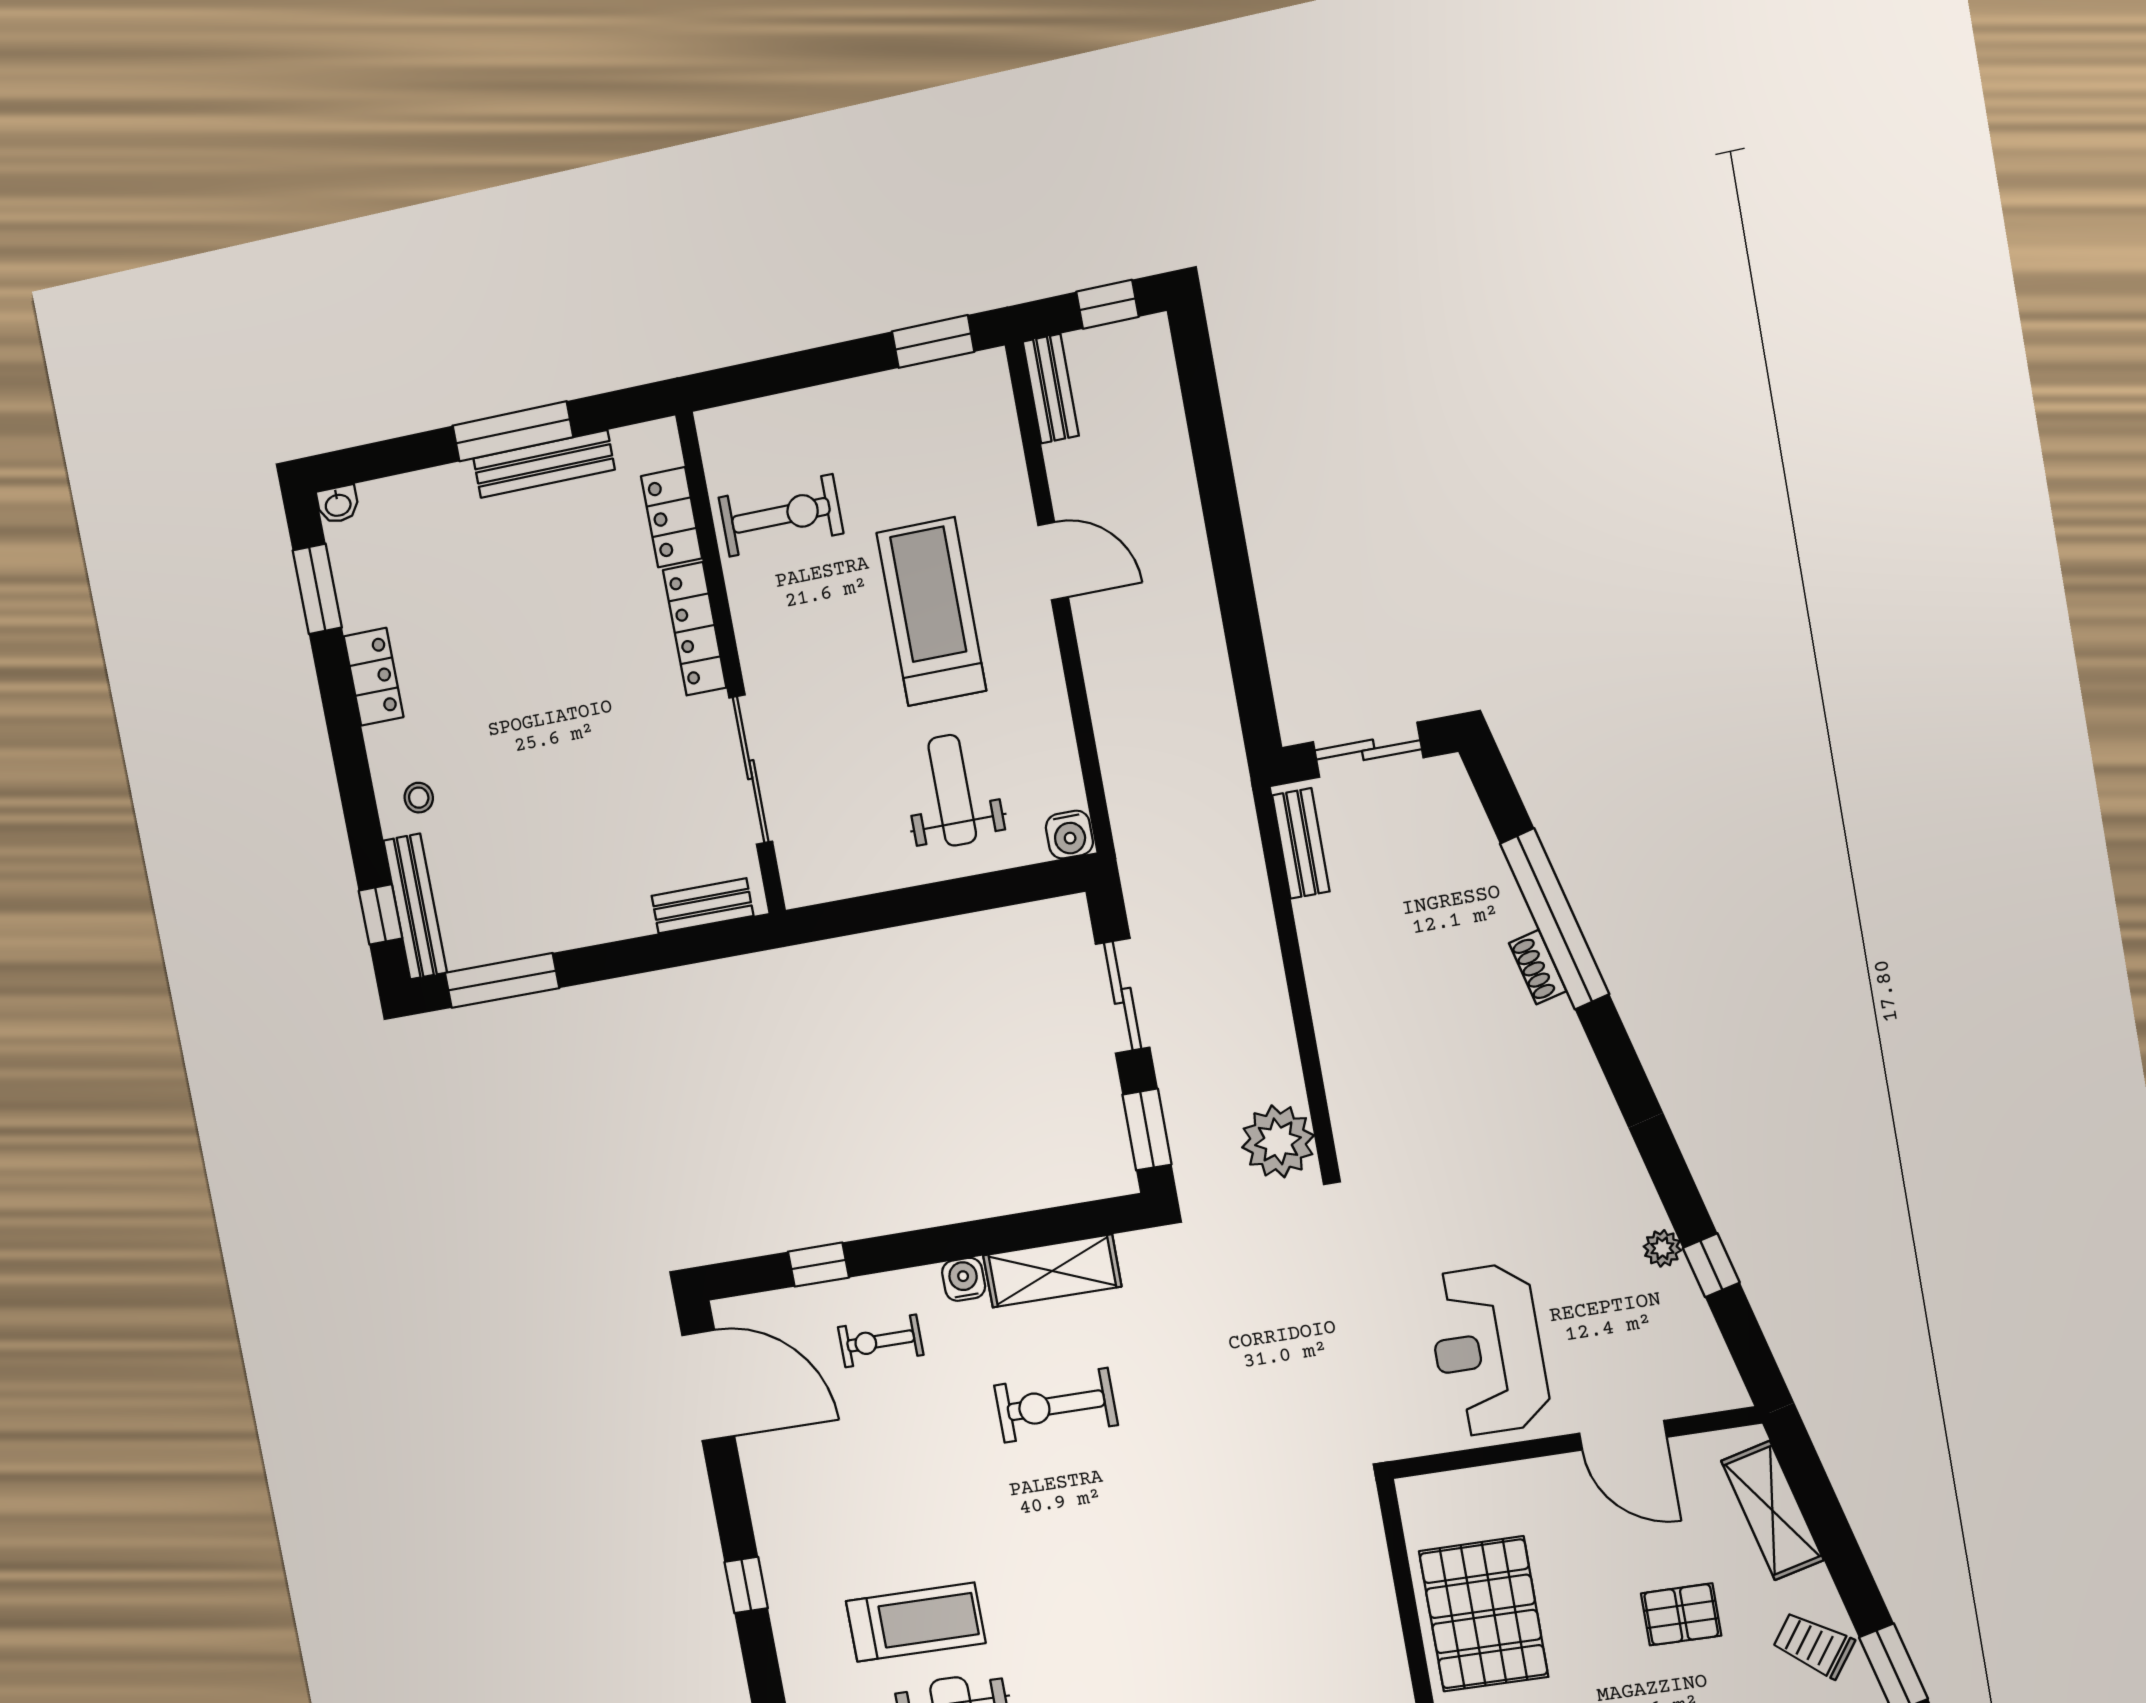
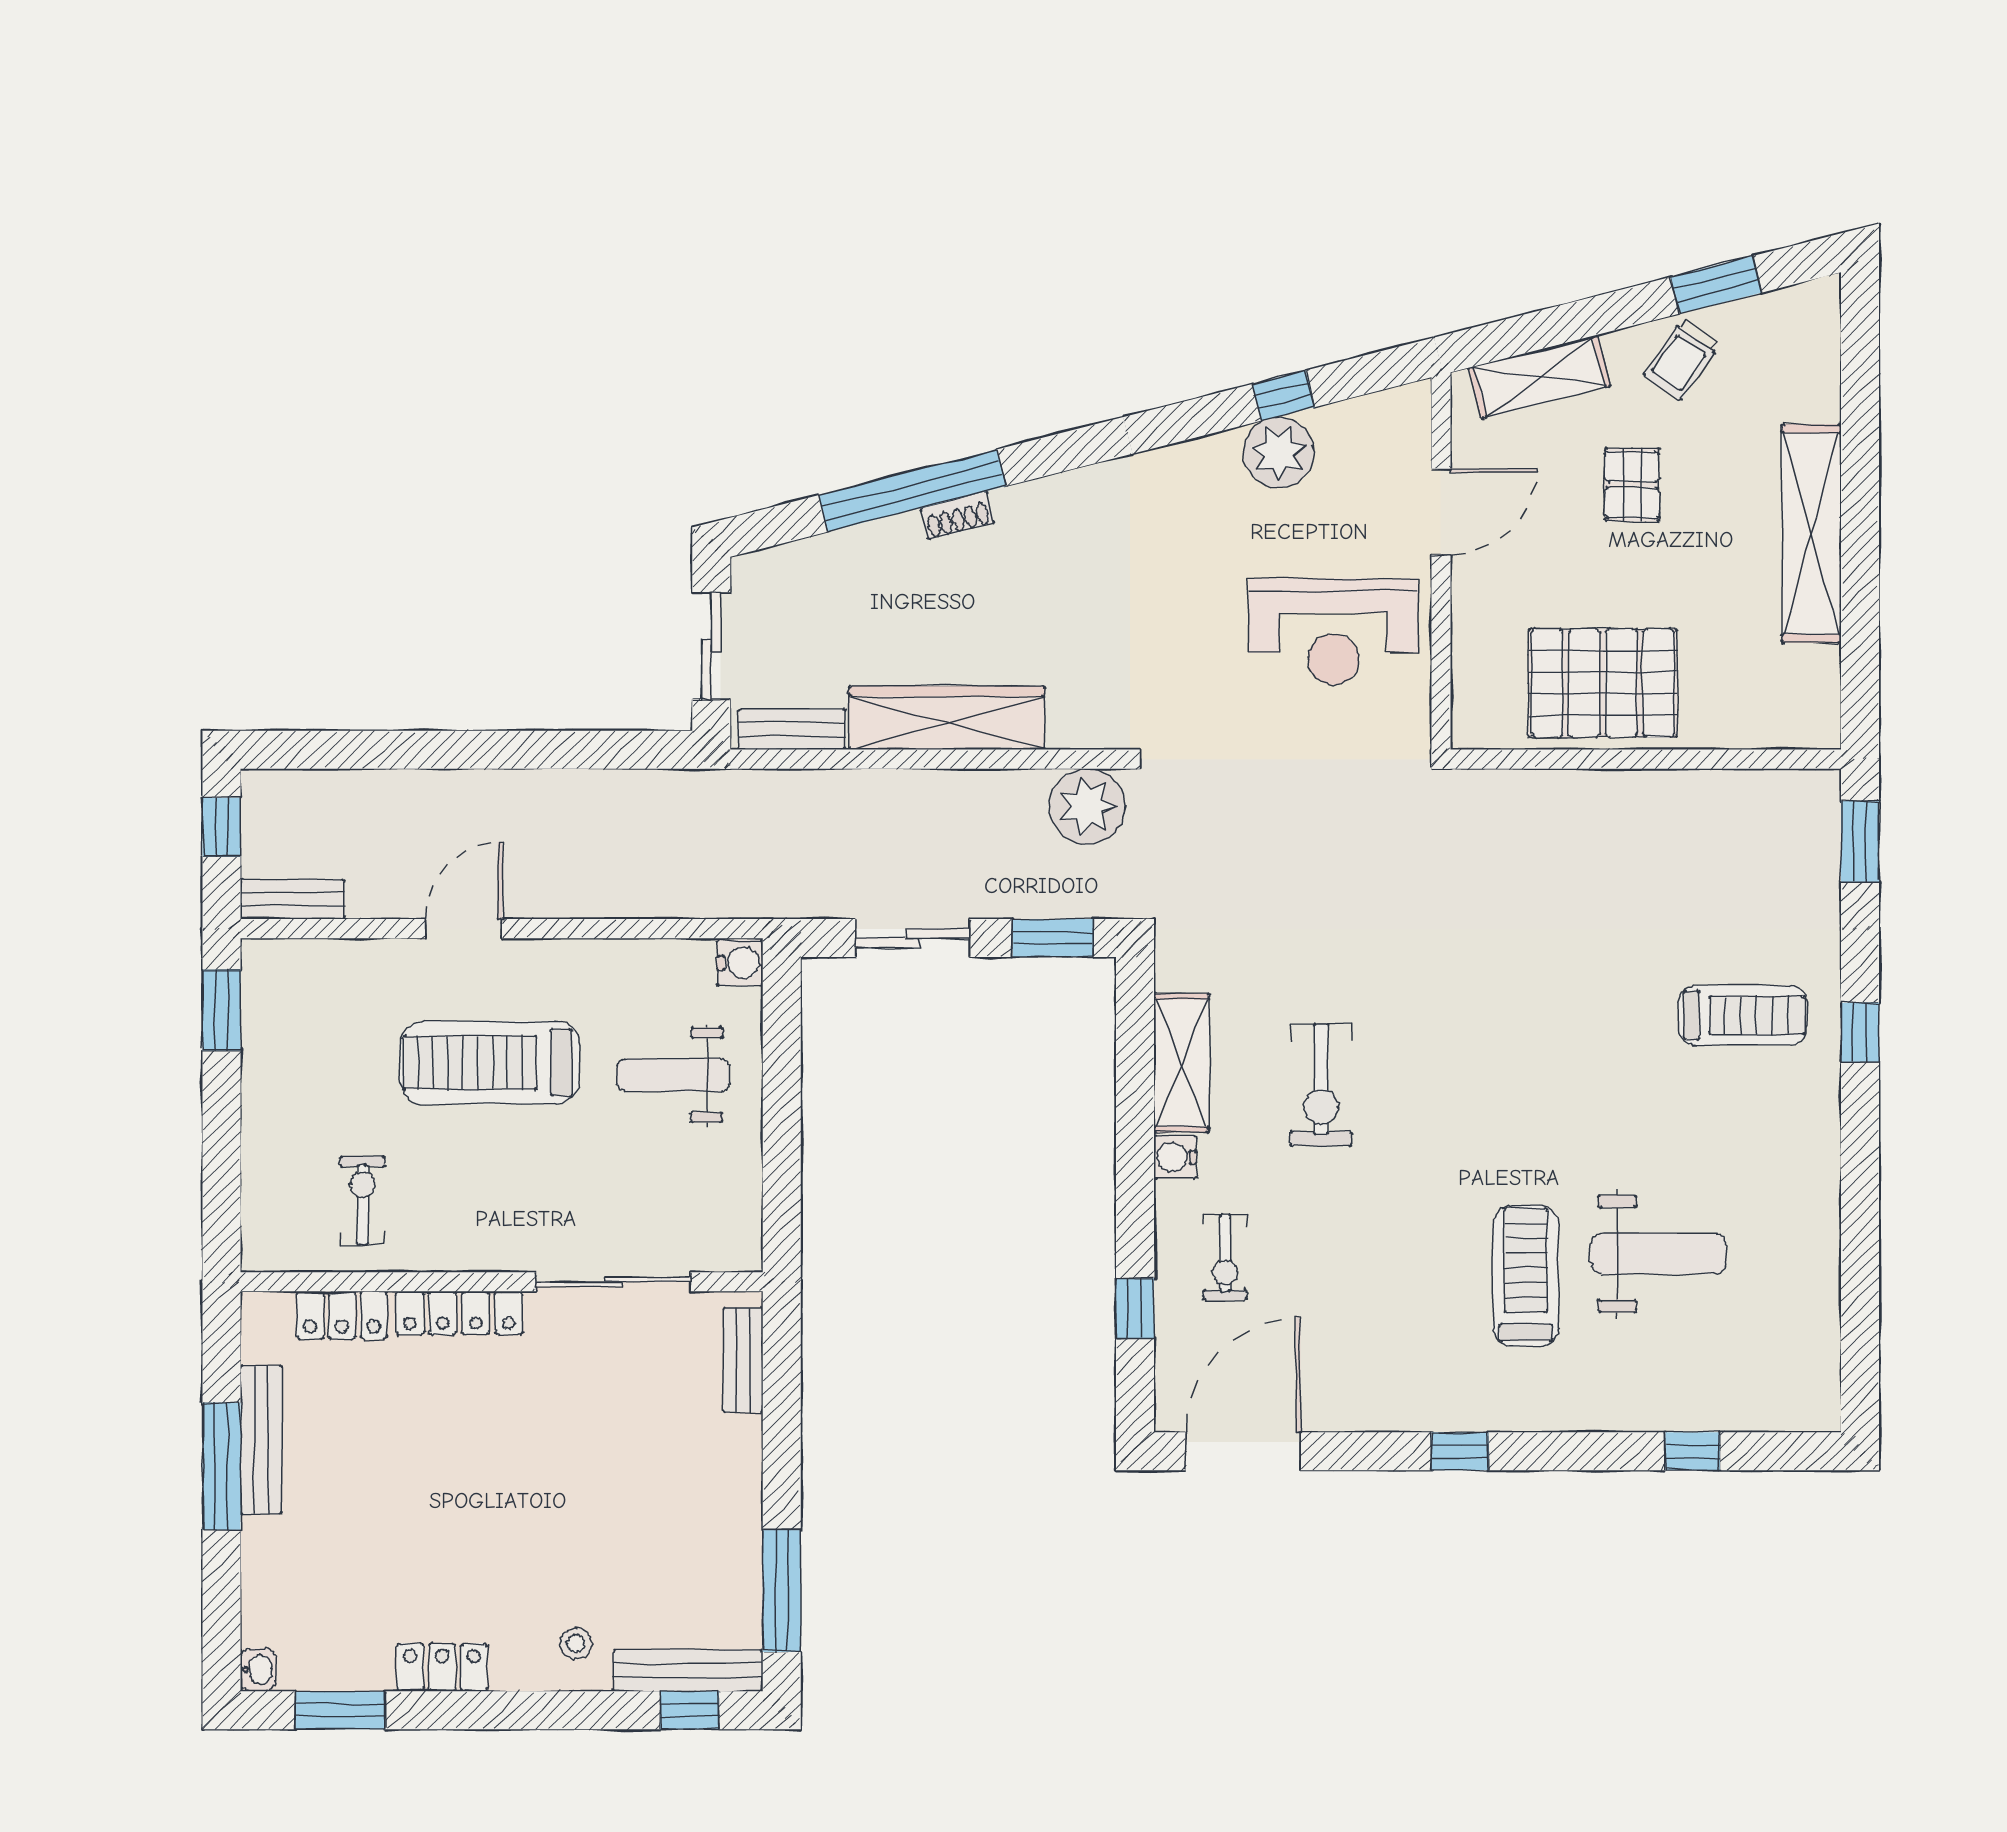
exercise bike: (781, 515) -> (363, 1200), width x0.73, depth x0.72
wardrobe: (1339, 992) -> (947, 718), added
plant: (1662, 1248) -> (1279, 453), width x1.88, depth x1.88

